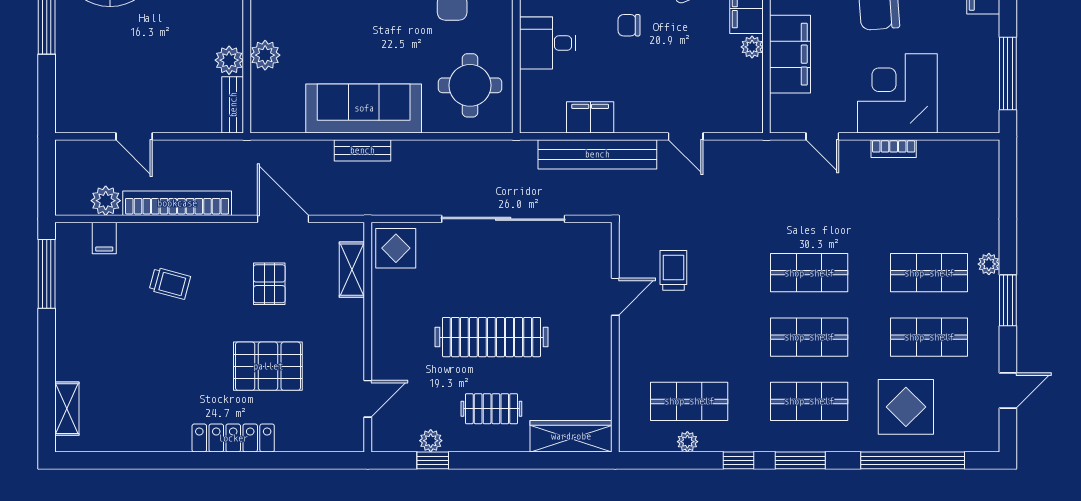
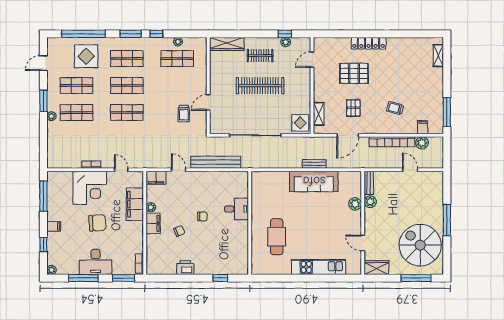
round table: (470, 85) -> (269, 191), removed
filing cabinet: (590, 117) -> (156, 178), moved
door: (283, 219) -> (348, 135), hinge flipped

